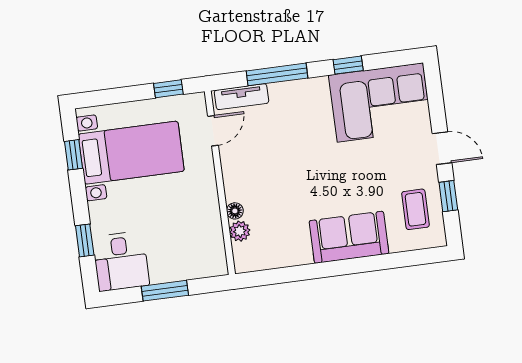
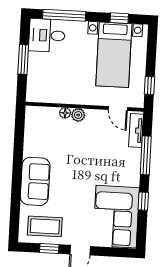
coffee table: (415, 209) -> (45, 226), width x1.36, depth x1.30
plant: (240, 231) -> (78, 115), moved
window: (85, 240) -> (64, 15), width x2.17

